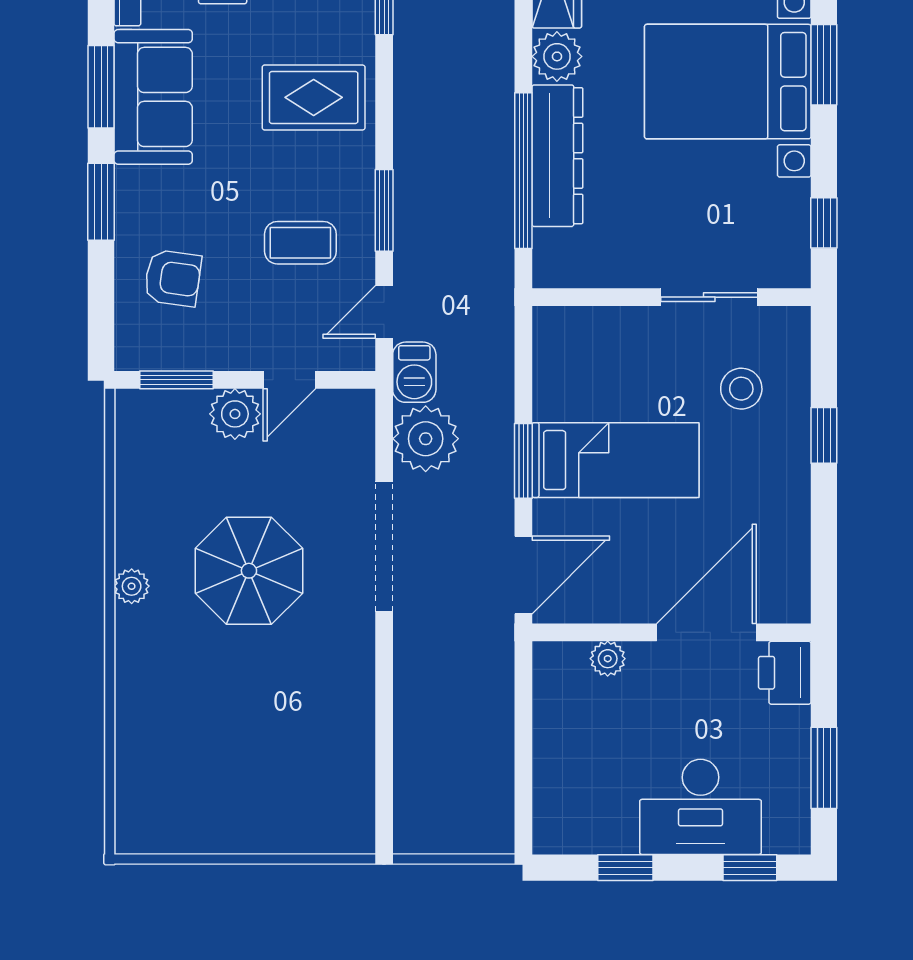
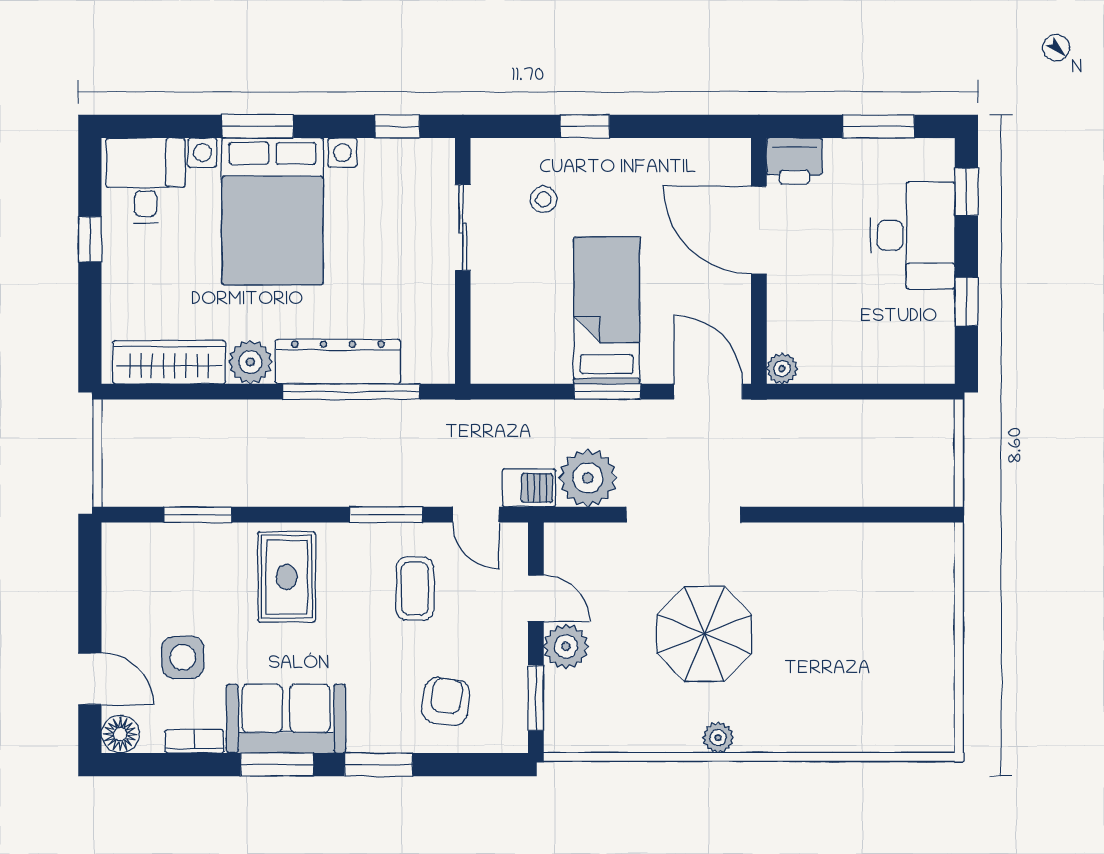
stool: (741, 389) -> (544, 199), width x0.73, depth x0.73
plant: (608, 659) -> (782, 369), moved

